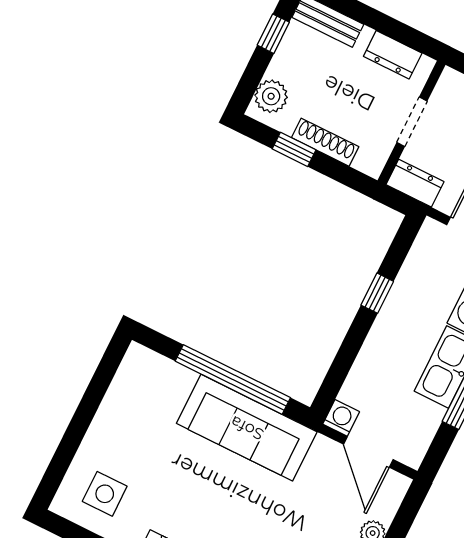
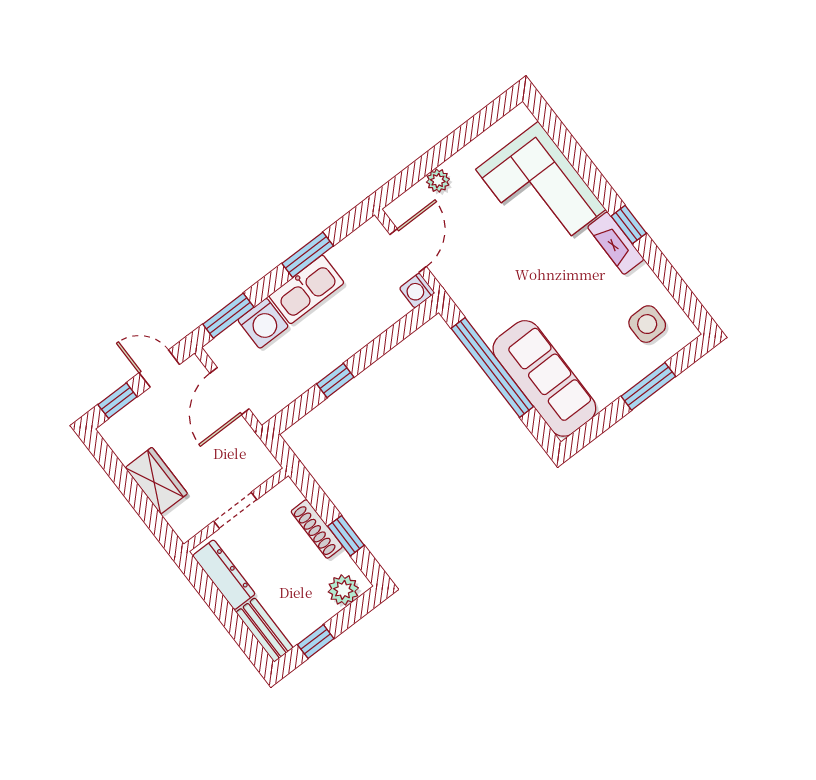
dresser: (393, 55) -> (224, 575), width x1.44
dresser: (415, 183) -> (258, 458), removed
sofa: (247, 428) -> (544, 378), moved
window: (74, 435) -> (648, 386), added

